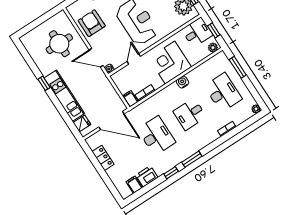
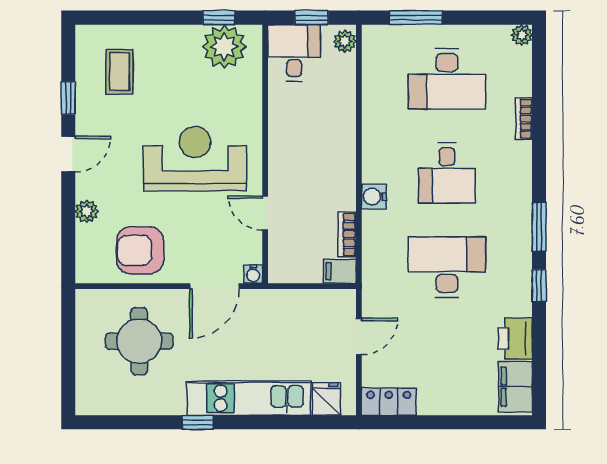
corner desk: (170, 62) -> (319, 146), removed
water cooler: (183, 82) -> (374, 197), moved
desk: (223, 92) -> (447, 79), turned 180
door: (112, 120) -> (359, 336), width x0.53
locker: (103, 158) -> (389, 402), moved
filing cabinet: (134, 185) -> (515, 387), width x2.00

